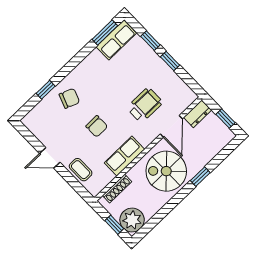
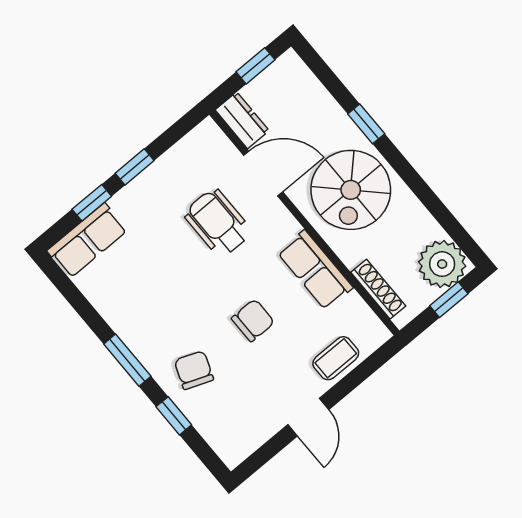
window: (105, 33) -> (127, 360), moved
row of seats: (116, 40) -> (87, 241), moved, turned 90

